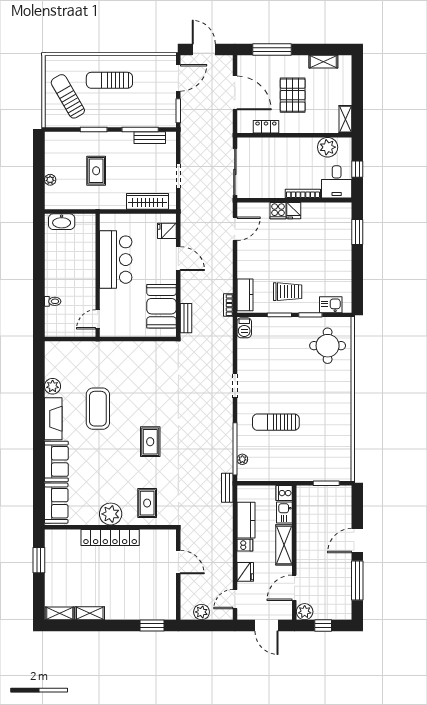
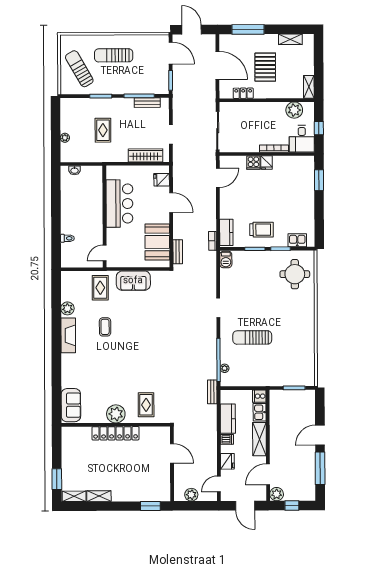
door: (178, 78) -> (171, 53), hinge flipped
washbasin: (62, 222) -> (74, 170), width x0.52, depth x0.69
coffee table: (98, 409) -> (105, 327), width x0.54, depth x0.58
rug: (150, 442) -> (100, 288), moved
sofa: (56, 461) -> (133, 281), moved, turned 90
window: (39, 560) -> (57, 479), moved

